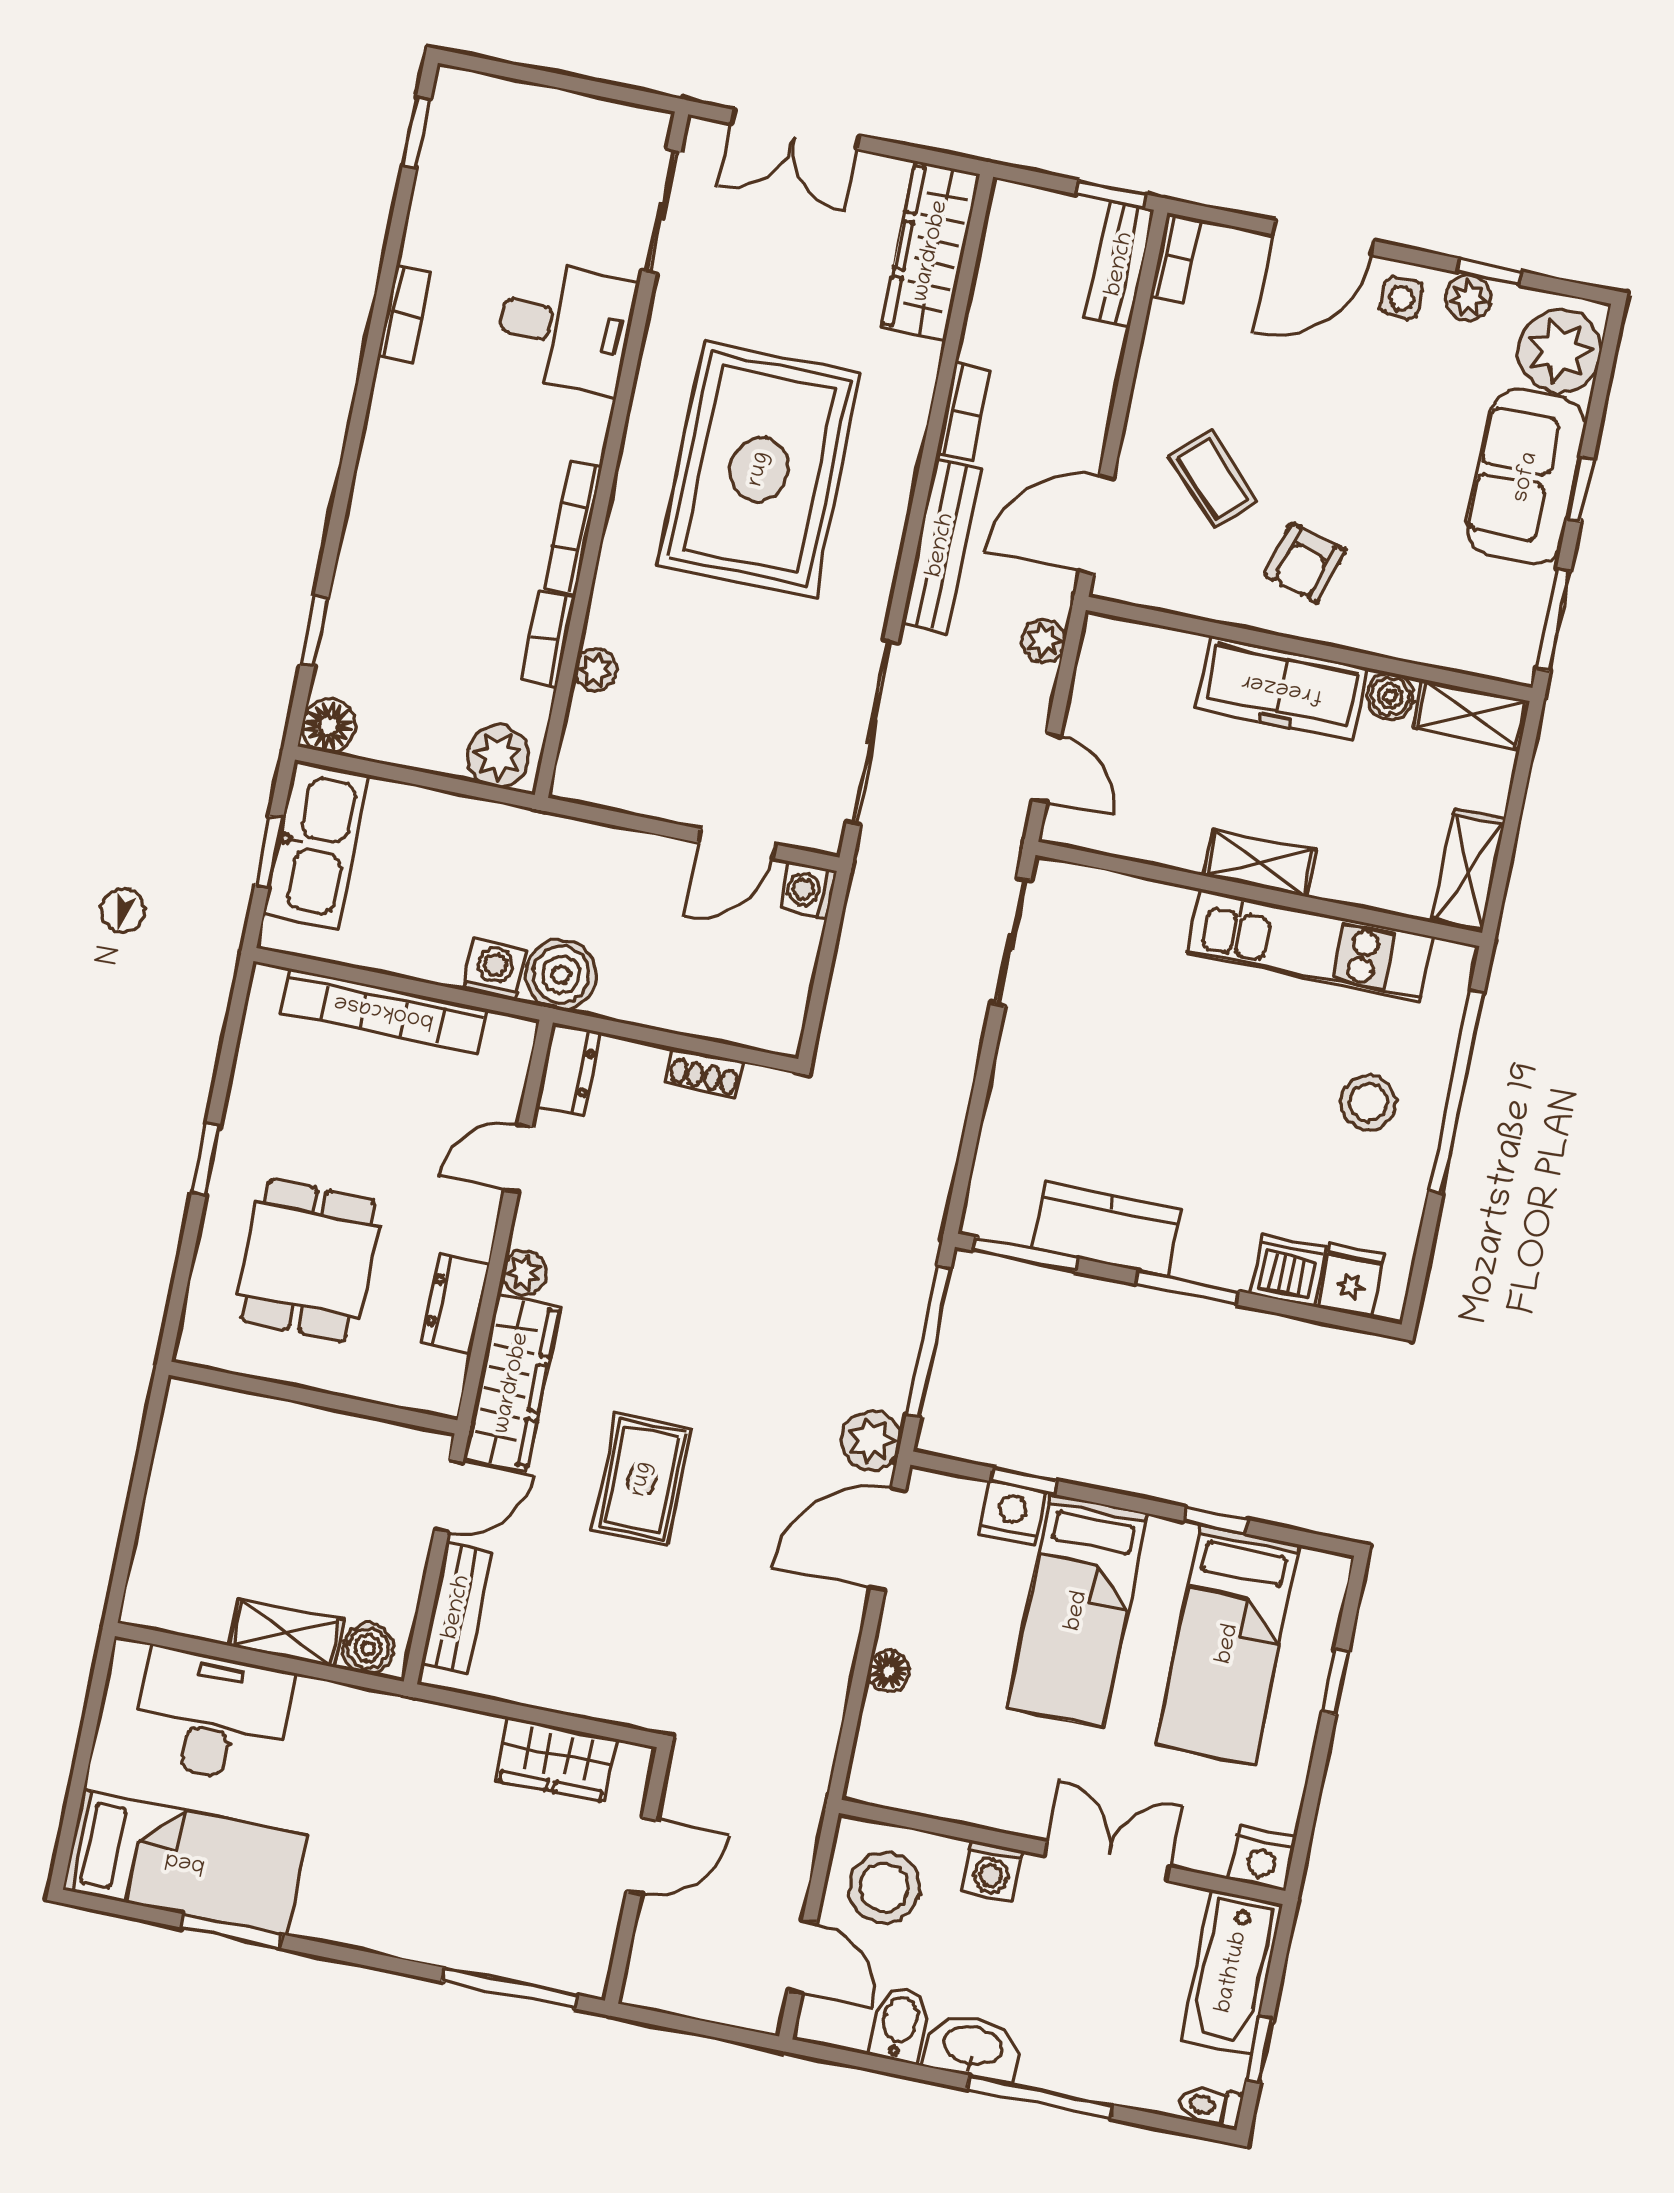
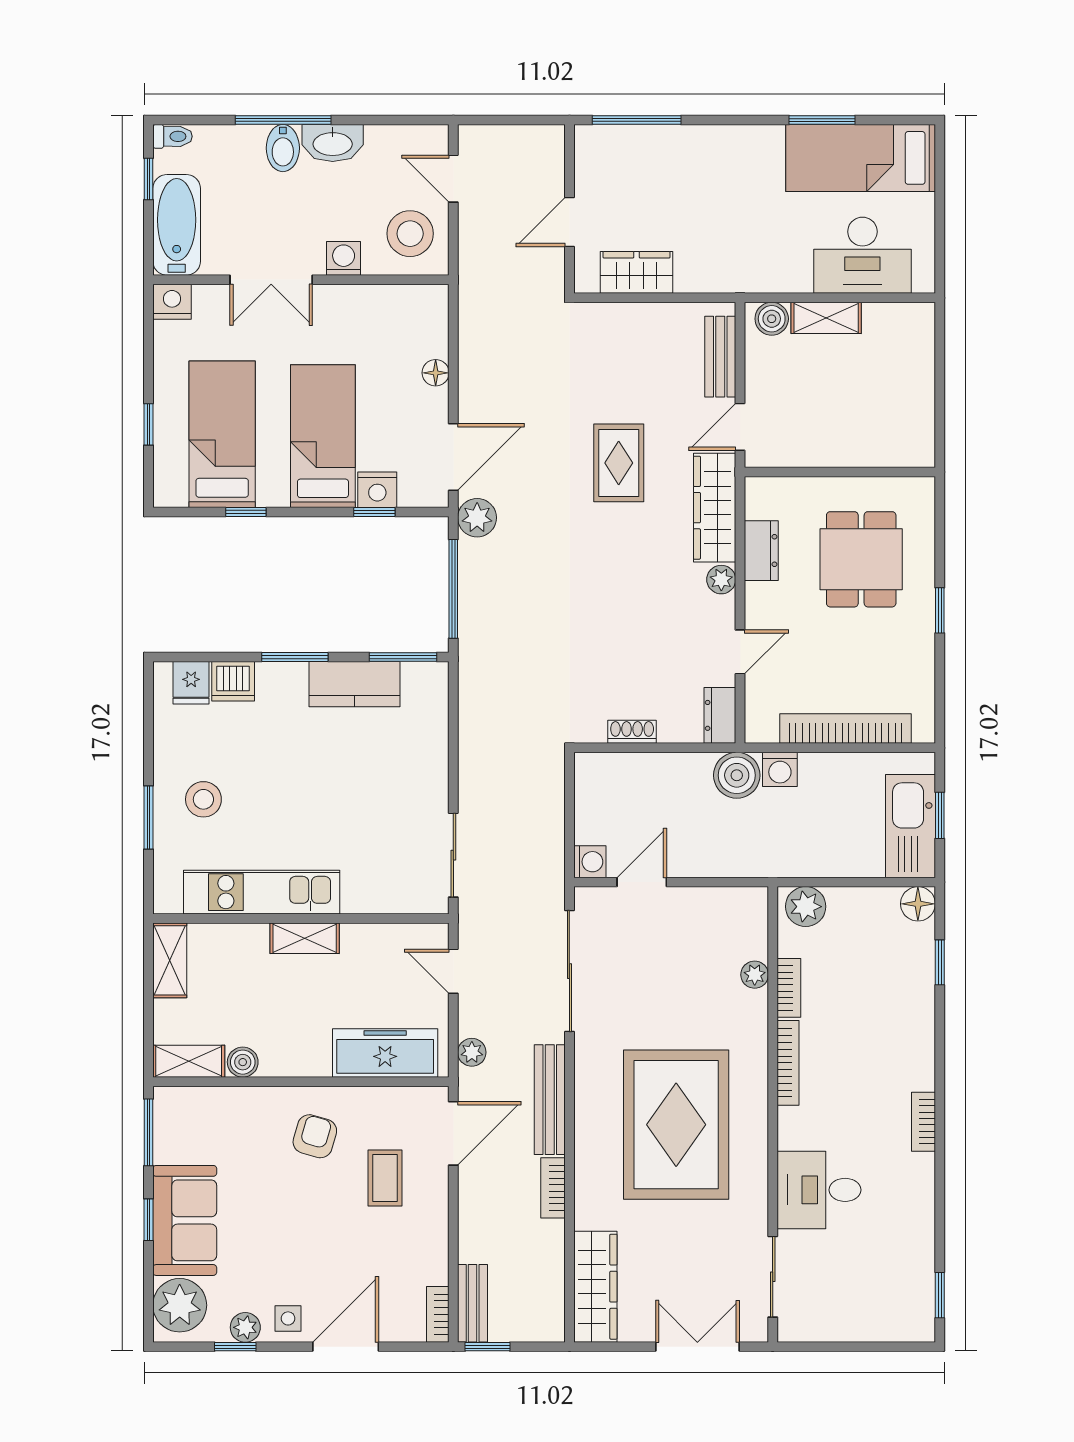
bookcase: (405, 314) -> (923, 1122), moved
coffee table: (1213, 479) -> (385, 1178), turned 44
freezer: (1282, 688) -> (385, 1053), moved
window: (1456, 1092) -> (149, 817), width x0.47
bidet: (899, 2024) -> (283, 148), moved

